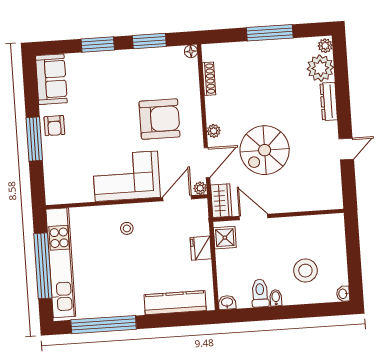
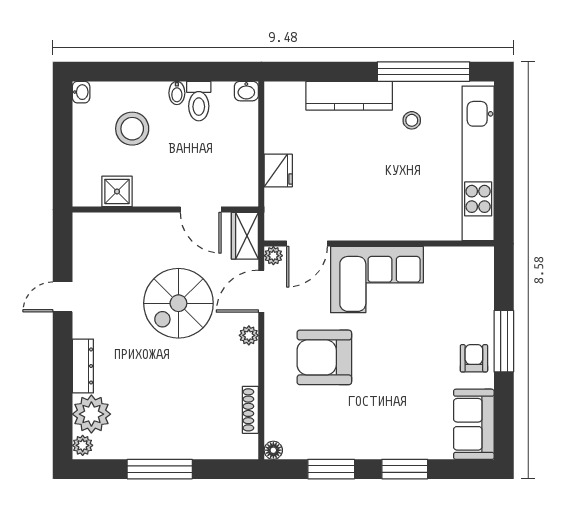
spiral stairs: (265, 150) -> (178, 303), turned 180
stool: (127, 228) -> (412, 120), moved
shower: (225, 238) -> (117, 191), moved
window: (43, 266) -> (504, 161), removed
kitchen counter: (175, 303) -> (349, 96), moved

